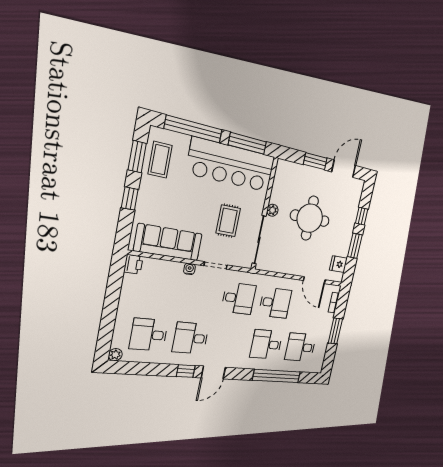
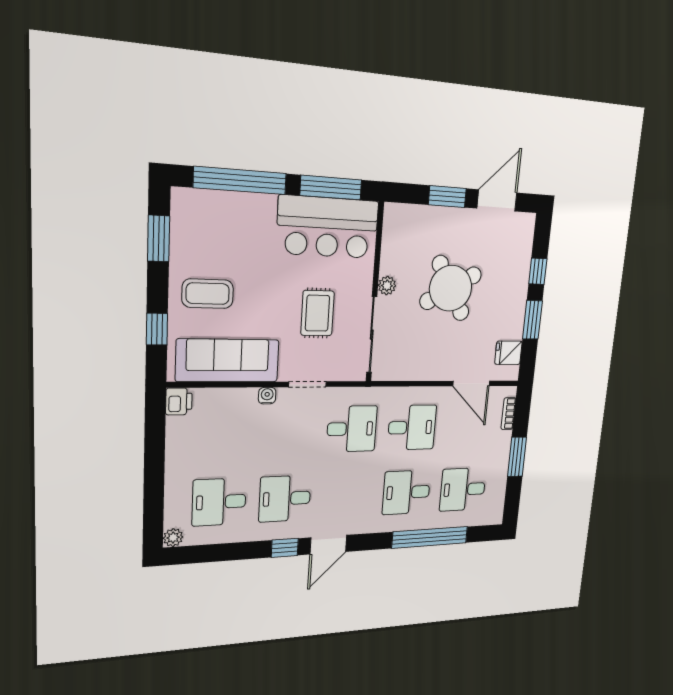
coffee table: (160, 160) -> (208, 294), moved, turned 90
bar counter: (231, 165) -> (328, 227), width x0.73
window: (130, 199) -> (157, 329), moved
round table: (310, 218) -> (451, 288), turned -30

